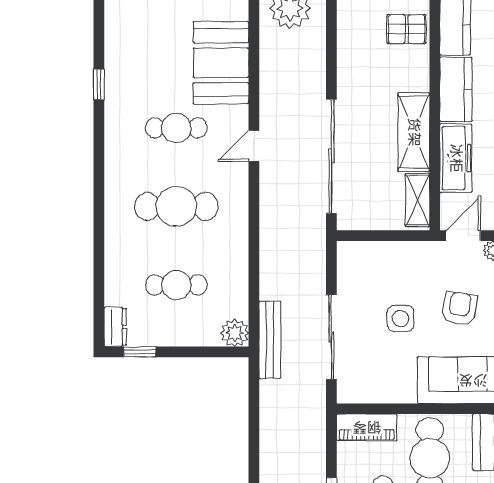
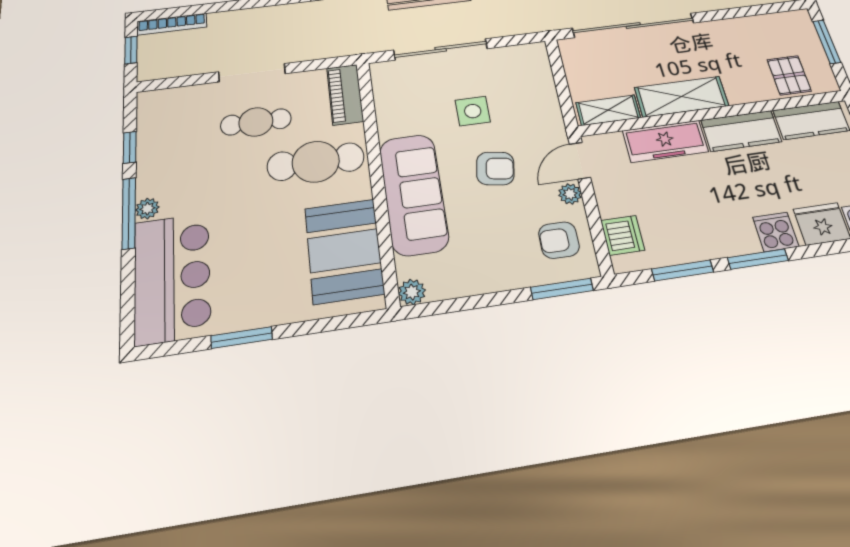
door: (463, 236) -> (580, 161), swing flipped

